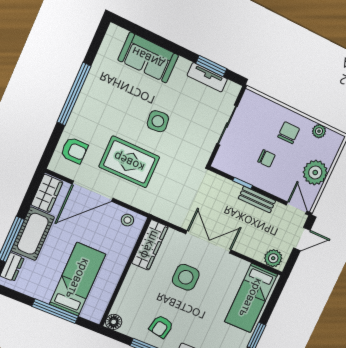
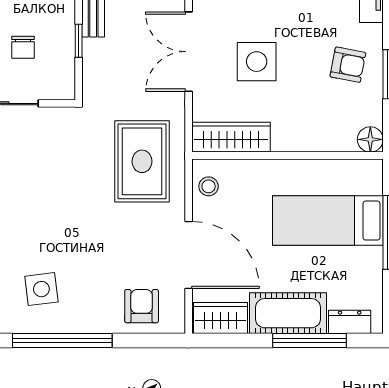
side table: (158, 121) -> (41, 289), moved
chair: (267, 158) -> (23, 47), moved, turned 180
rug: (129, 162) -> (142, 161), moved

